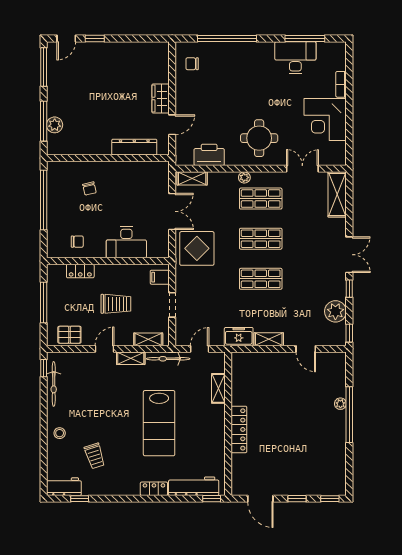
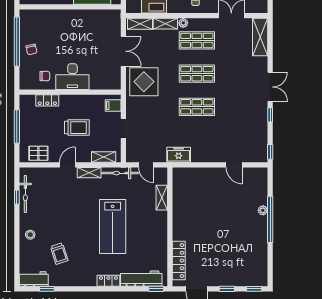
chair: (89, 188) -> (32, 49), moved
desk: (126, 242) -> (72, 77), moved
plant: (335, 311) -> (259, 134), removed
shelving: (269, 339) -> (165, 24), moved
door: (200, 349) -> (146, 165), swing flipped
window: (44, 368) -> (17, 197), moved
locker: (239, 429) -> (179, 261), moved

